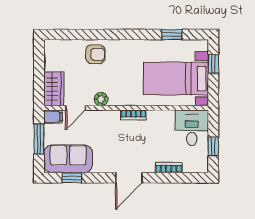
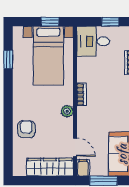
window: (213, 64) -> (50, 22), moved
wardrobe: (54, 89) -> (50, 167), width x1.50
plant: (101, 99) -> (67, 111), moved

